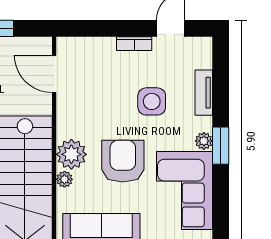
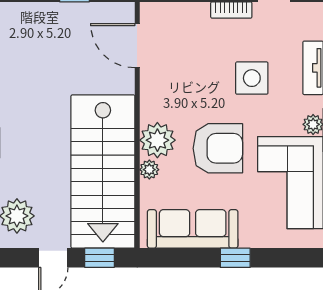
armchair: (123, 161) -> (218, 148), turned 90

